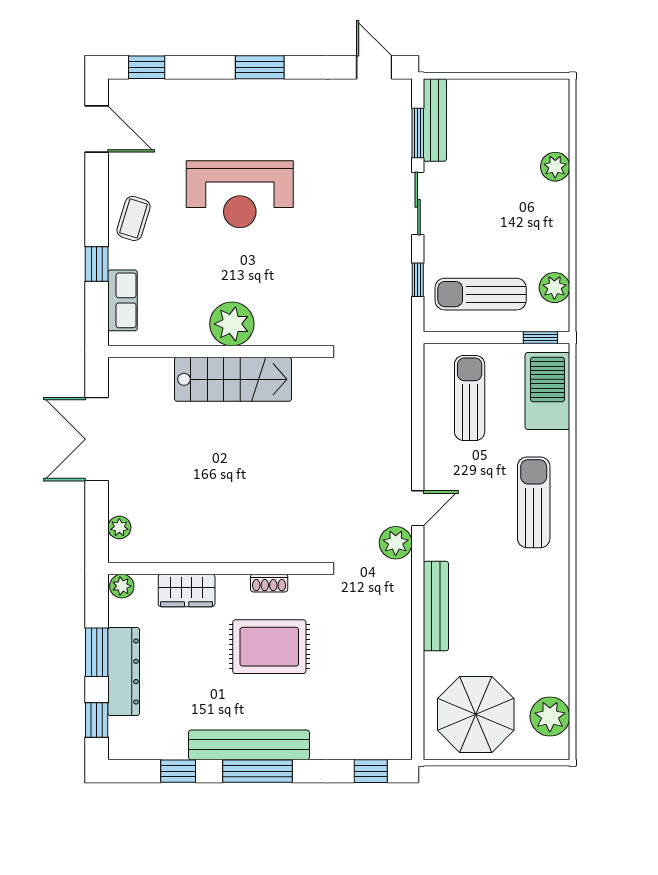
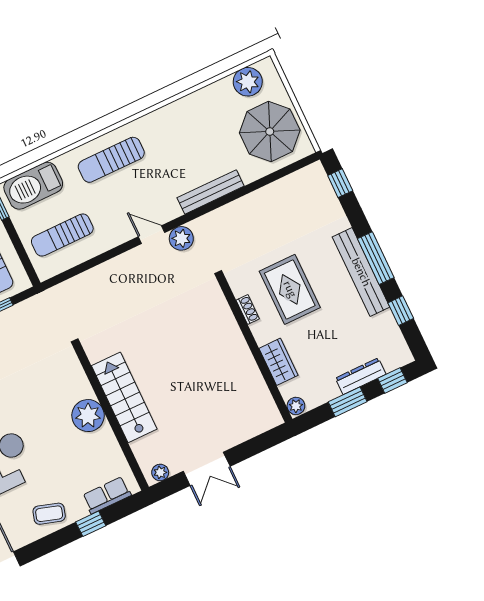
double door: (97, 439) -> (207, 469), width x0.73
plant: (119, 527) -> (160, 472), moved
dresser: (124, 671) -> (361, 376), width x0.73, depth x0.80

